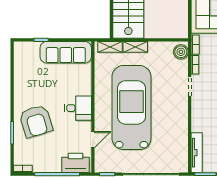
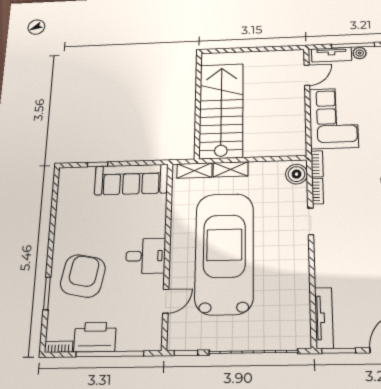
armchair: (36, 121) -> (83, 276), turned -152
printer: (75, 163) -> (95, 337), moved

